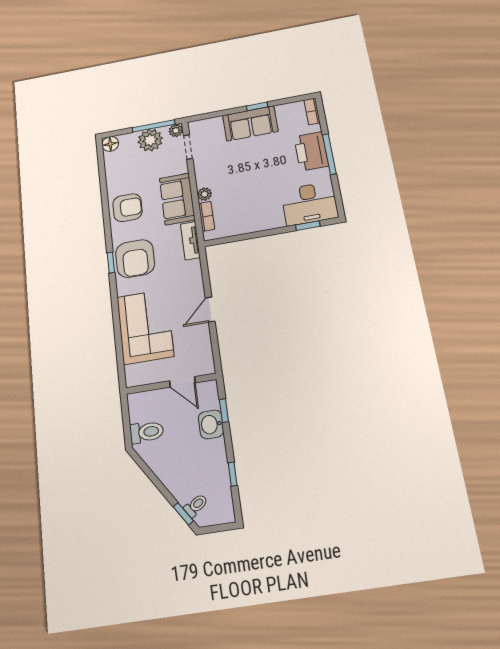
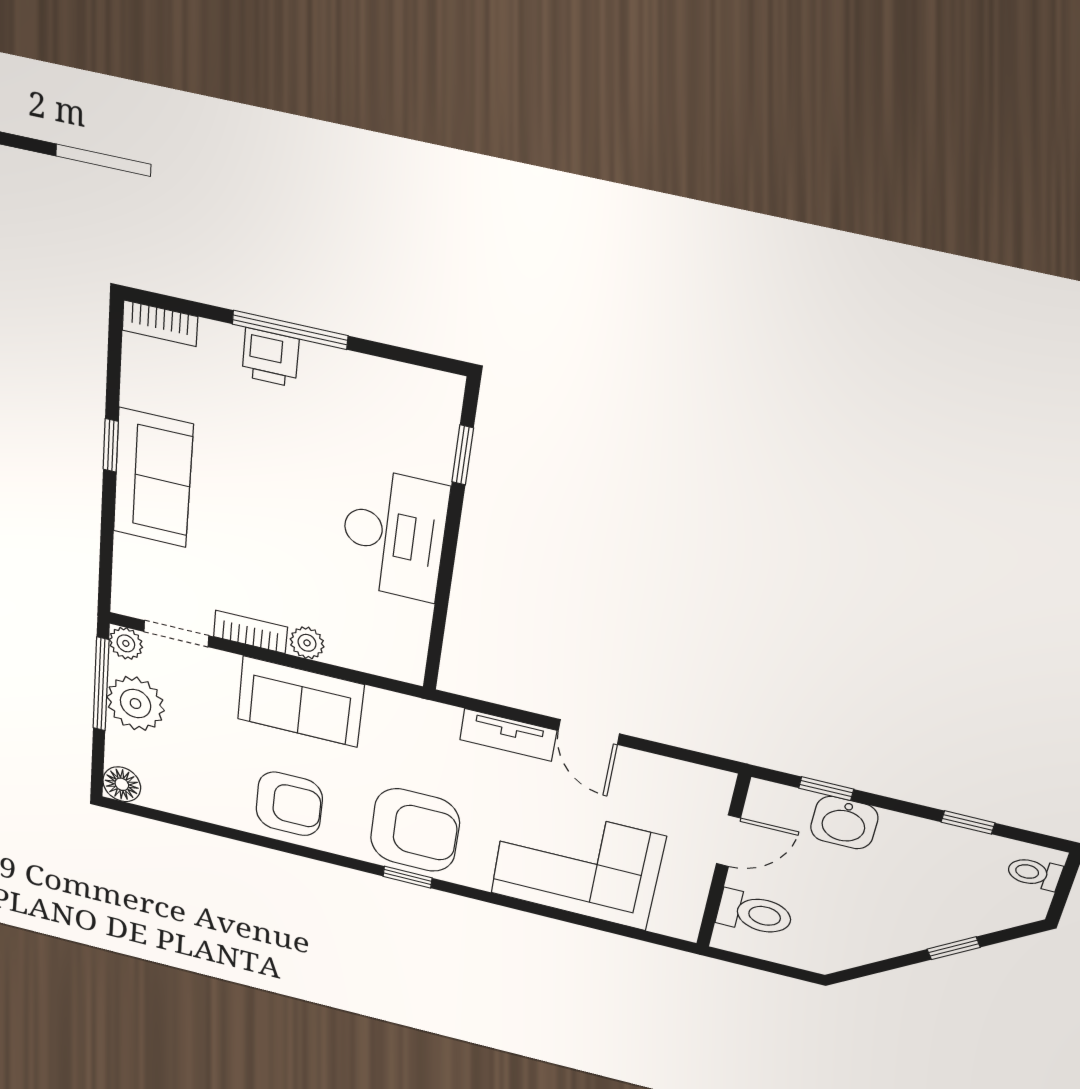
printer: (311, 151) -> (270, 358), width x0.53, depth x0.68
desk: (309, 204) -> (394, 535), moved
armchair: (127, 208) -> (289, 804), turned 90
bookcase: (207, 216) -> (250, 632), moved
tv unit: (190, 241) -> (508, 735), moved
toilet: (147, 432) -> (755, 913), moved, turned 90
toilet: (196, 505) -> (1034, 873), moved, turned -56
window: (183, 514) -> (954, 948), moved

